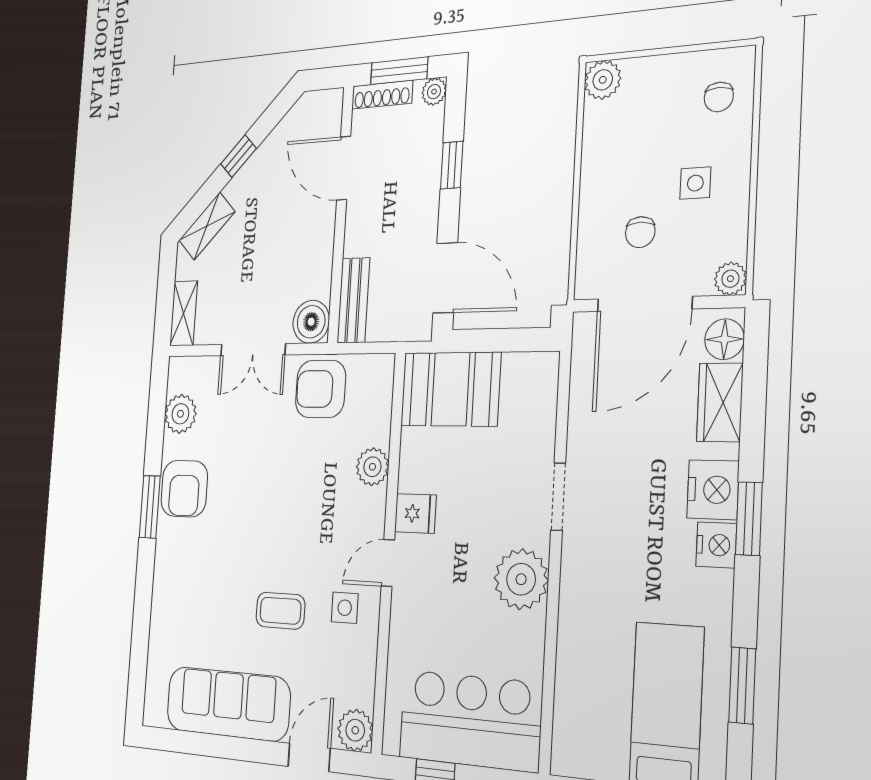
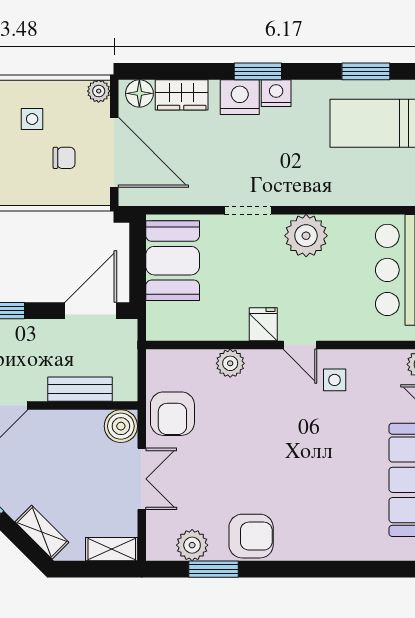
bench: (353, 300) -> (80, 389), moved
booth: (450, 389) -> (173, 261), moved
window: (150, 507) -> (214, 569), moved
coffee table: (280, 611) -> (340, 437), removed

